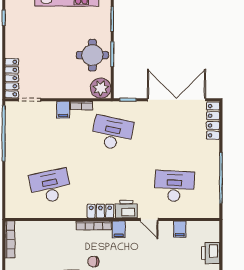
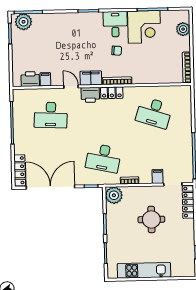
round table: (92, 55) -> (151, 219), moved
double door: (177, 100) -> (50, 187), swing flipped
filing cabinet: (63, 110) -> (158, 176), moved
desk: (50, 186) -> (154, 113), turned 30
filing cabinet: (119, 229) -> (91, 78), width x2.00
printer: (211, 253) -> (30, 79), moved, turned -90

